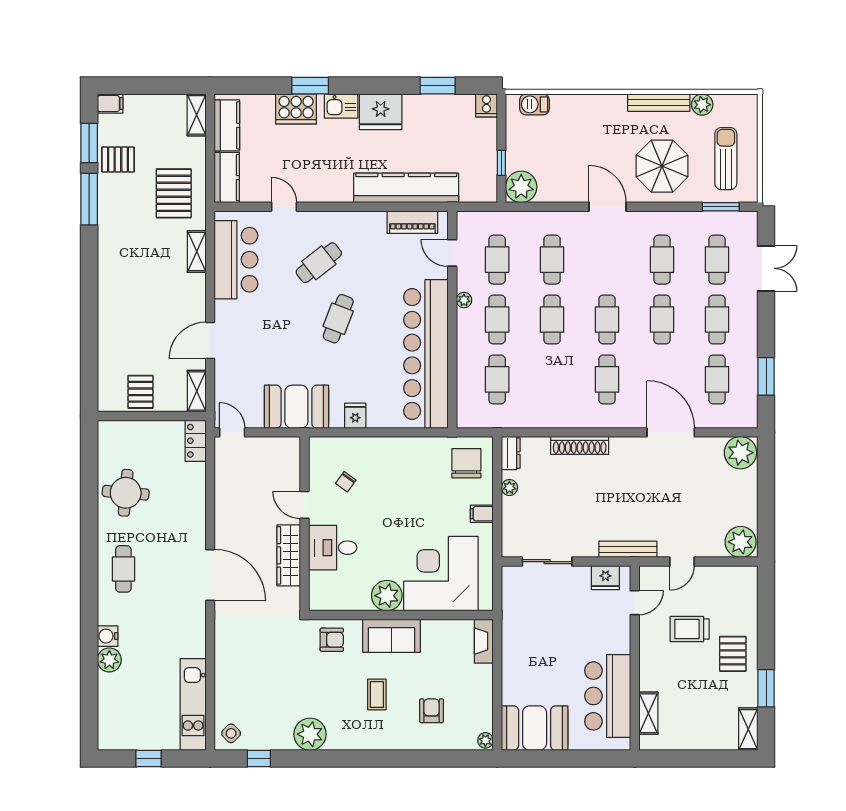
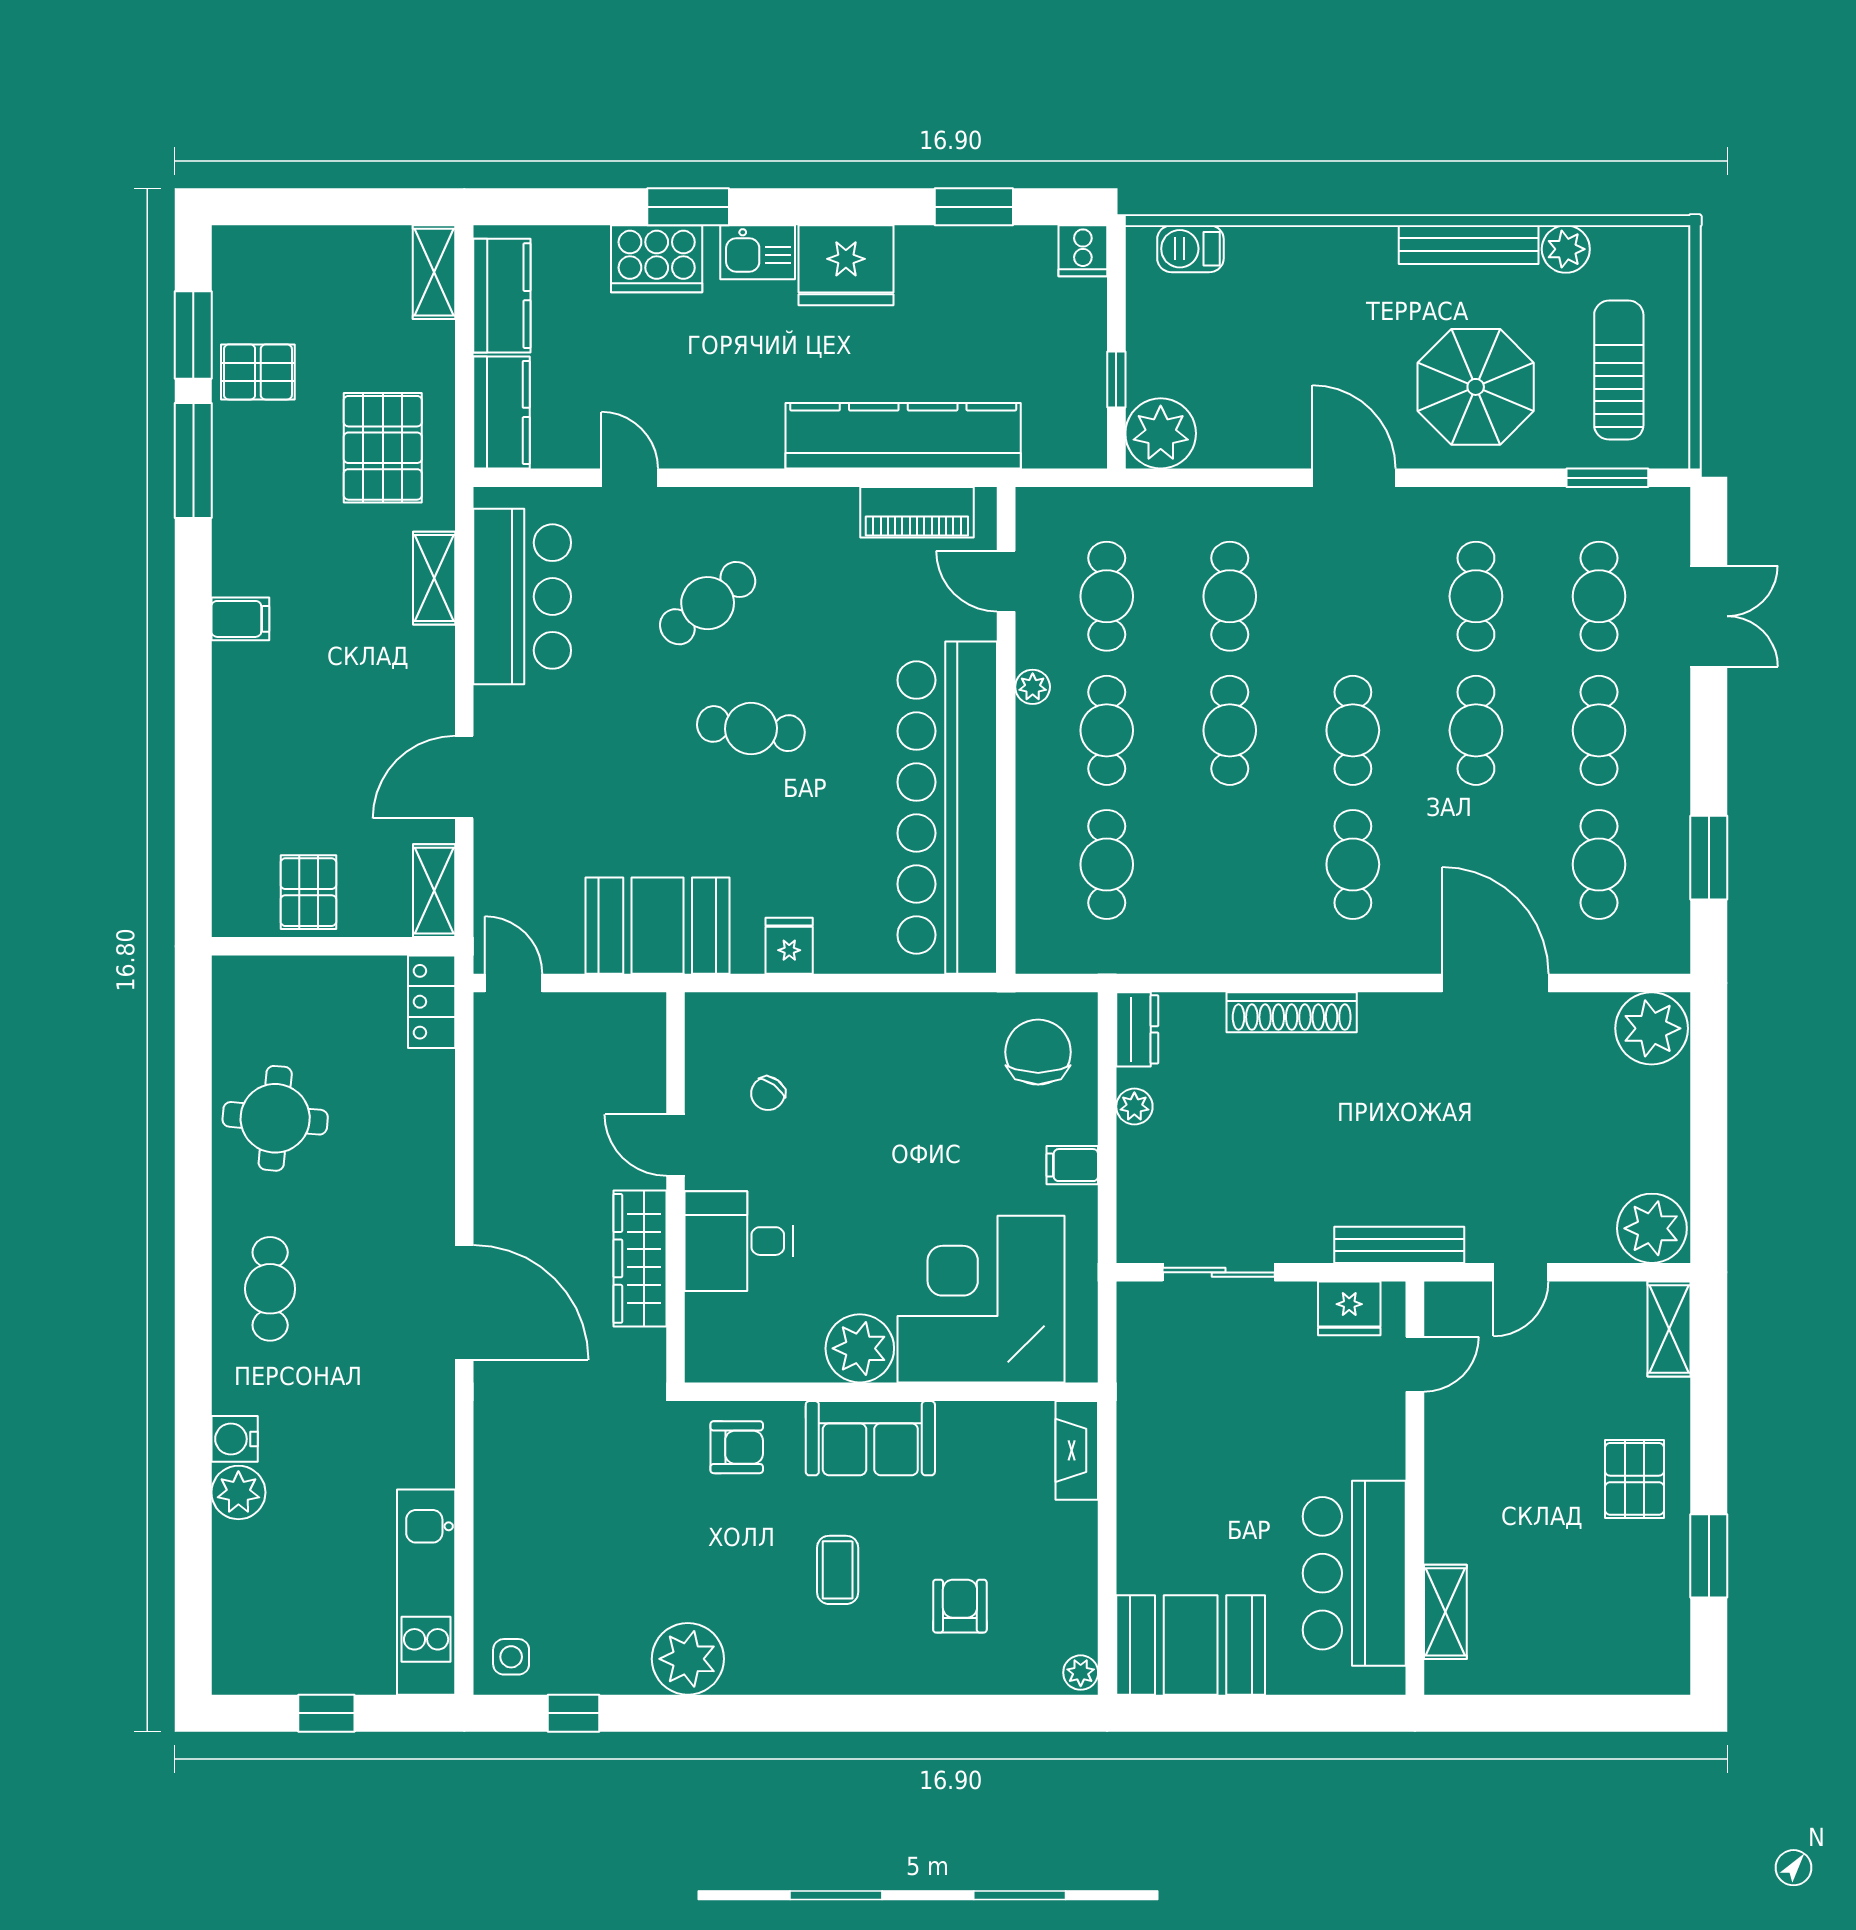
filing cabinet: (110, 104) -> (240, 619), moved
cafe table: (338, 319) -> (751, 729), turned 76
trolley: (690, 629) -> (1538, 1423), removed
shelving: (748, 729) -> (1669, 1329), moved
side table: (231, 733) -> (511, 1657), turned 45

